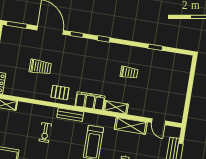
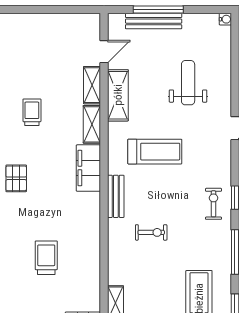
pallet: (60, 93) -> (16, 178), moved
shelving: (139, 111) -> (92, 85), added

